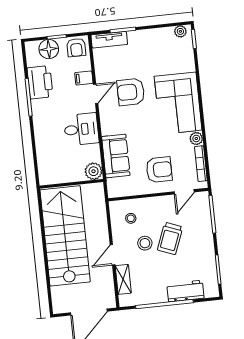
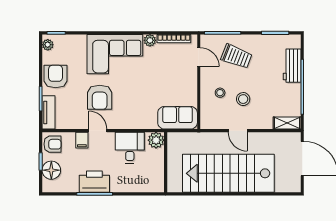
printer: (40, 82) -> (94, 182), moved
sofa: (116, 156) -> (178, 118), moved
armchair: (159, 170) -> (56, 76), moved
plant: (94, 171) -> (156, 140), moved
wall: (71, 184) -> (166, 162), moved
stool: (131, 218) -> (220, 93), moved
trolley: (170, 238) -> (236, 56), moved
door: (113, 255) -> (238, 131), moved
shelving: (123, 279) -> (287, 123), moved

